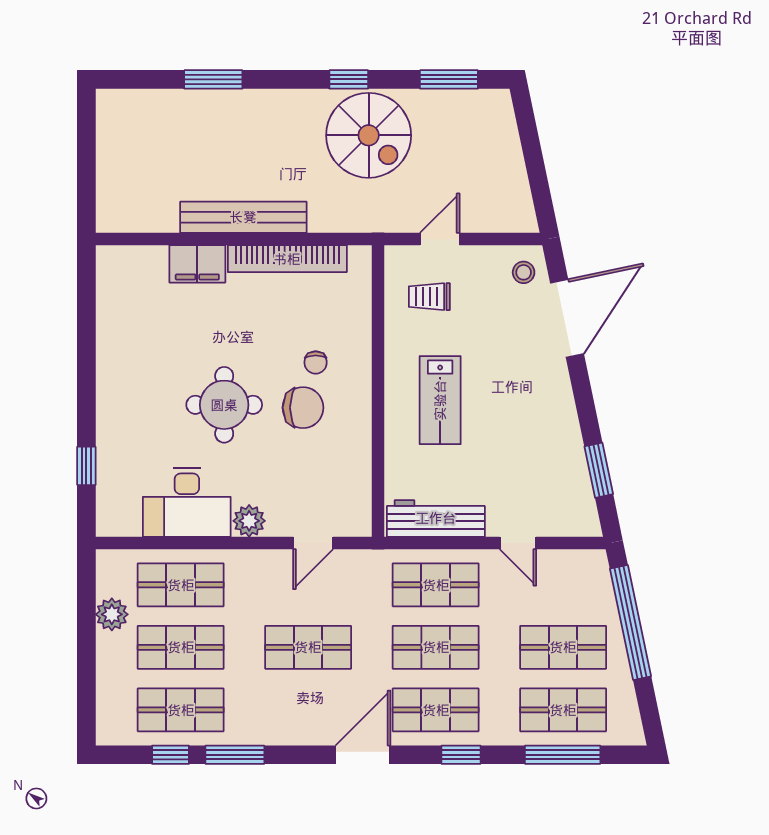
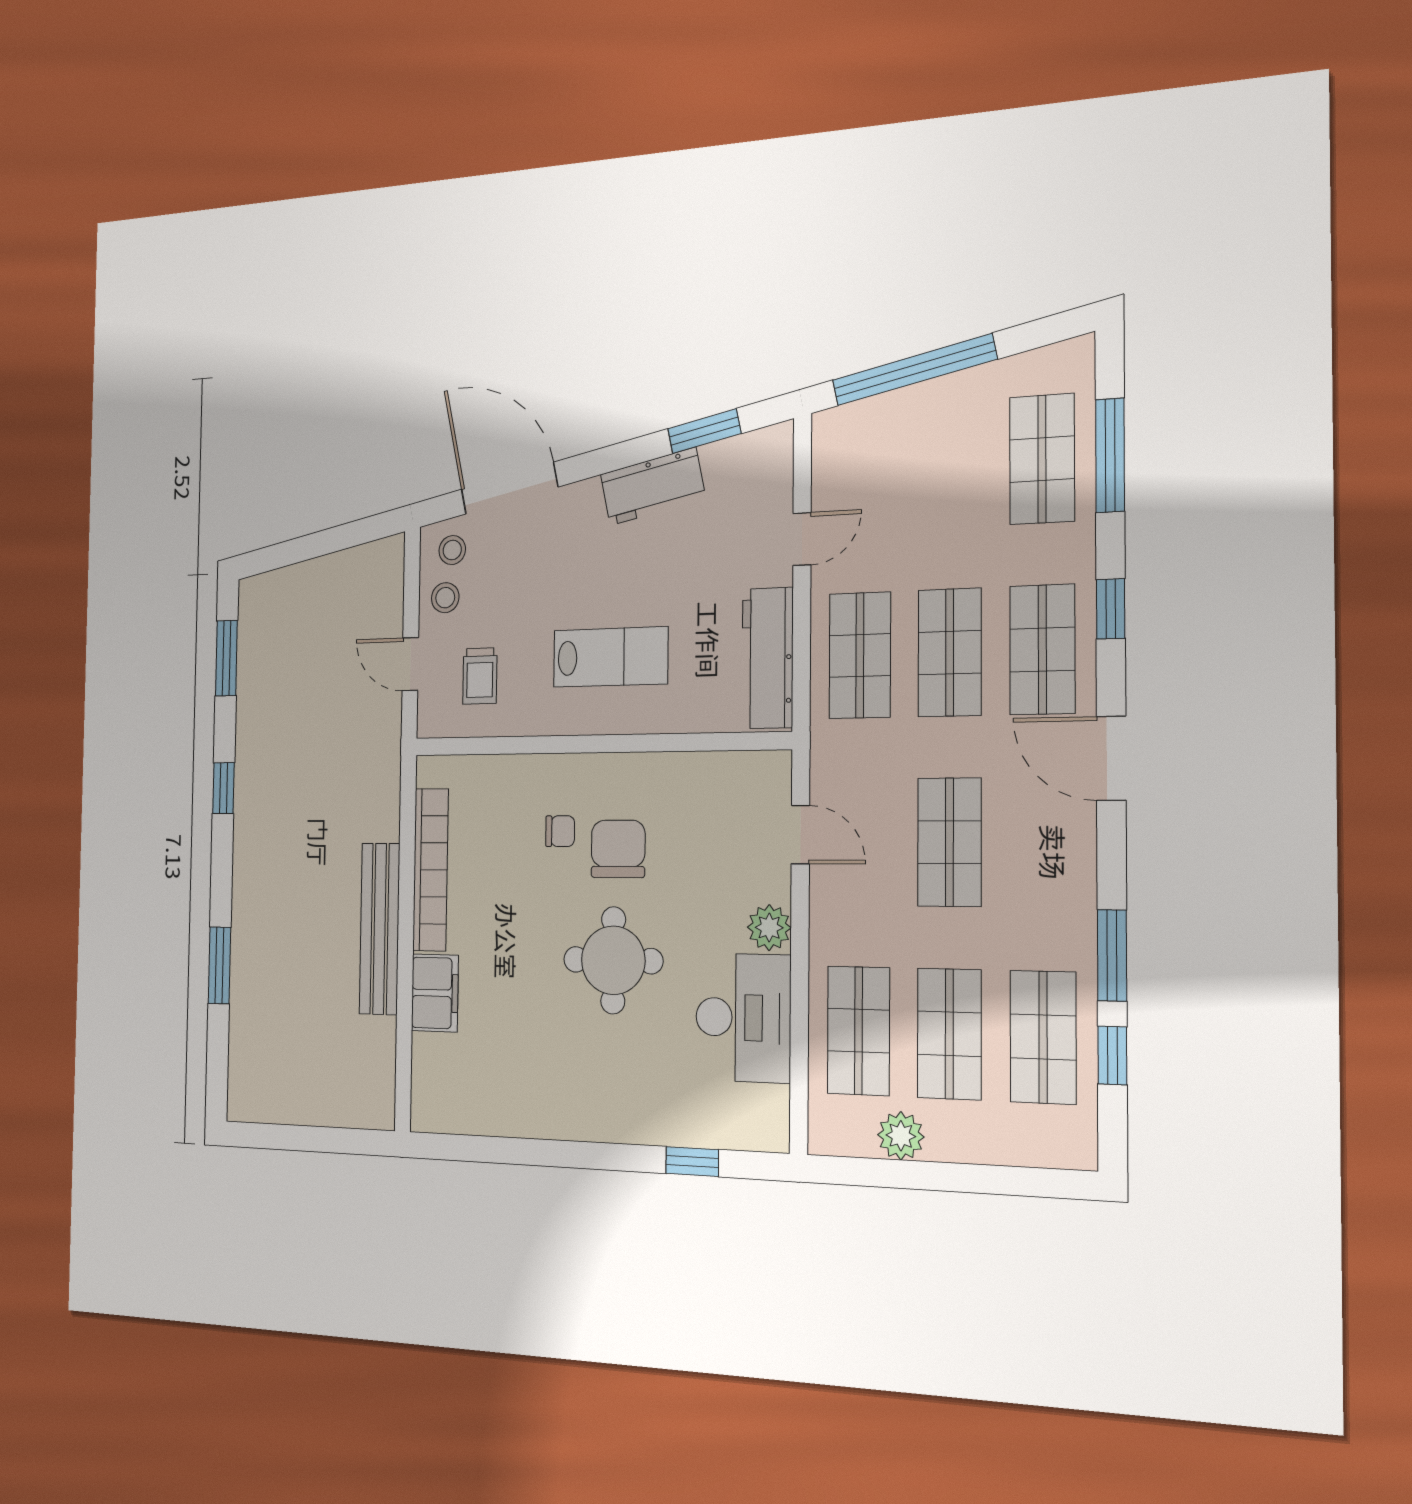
spiral stairs: (369, 135) -> (287, 761), removed
stool: (488, 267) -> (445, 598), added
workbench: (561, 431) -> (653, 486), added
shop shelf: (563, 647) -> (950, 465), removed

